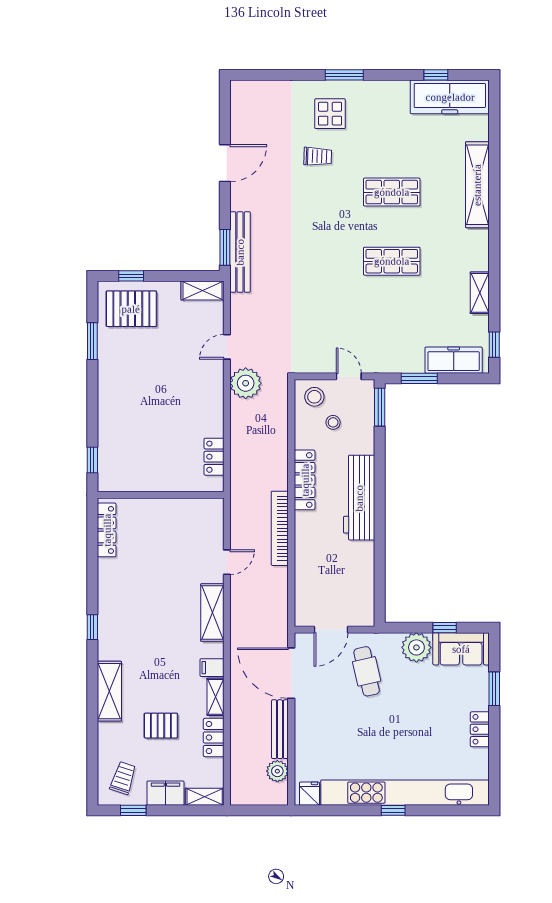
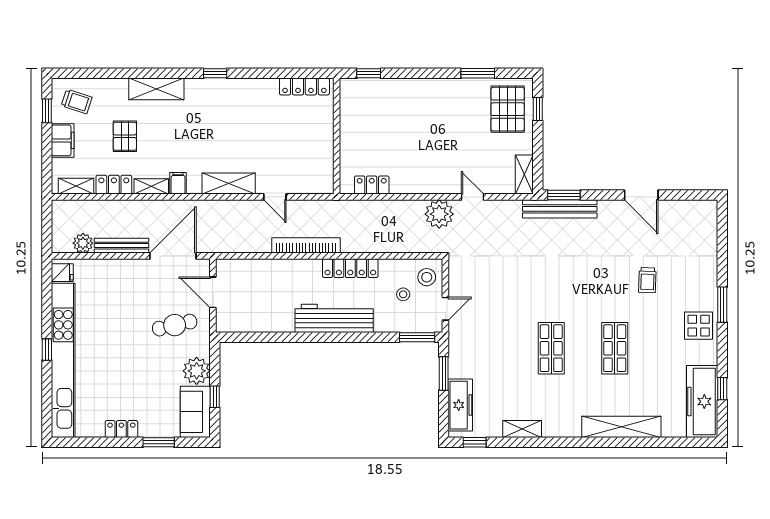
display table: (330, 114) -> (699, 326), moved
shelving: (205, 797) -> (76, 186), moved, turned 90

